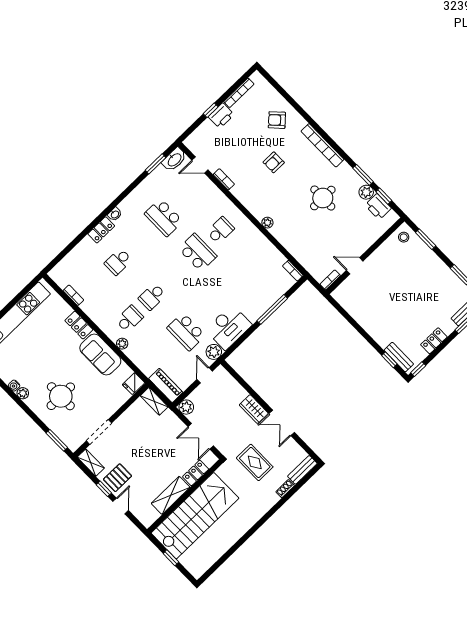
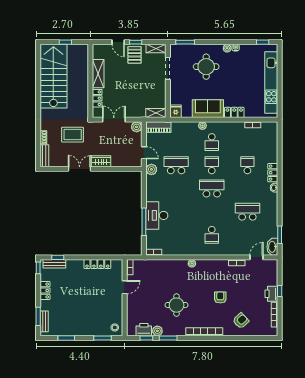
school desk: (198, 252) -> (212, 188), moved, turned 180
locker: (358, 315) -> (97, 264), added
desk: (229, 327) -> (157, 215), moved
stairs: (195, 516) -> (53, 76), moved, turned 180

